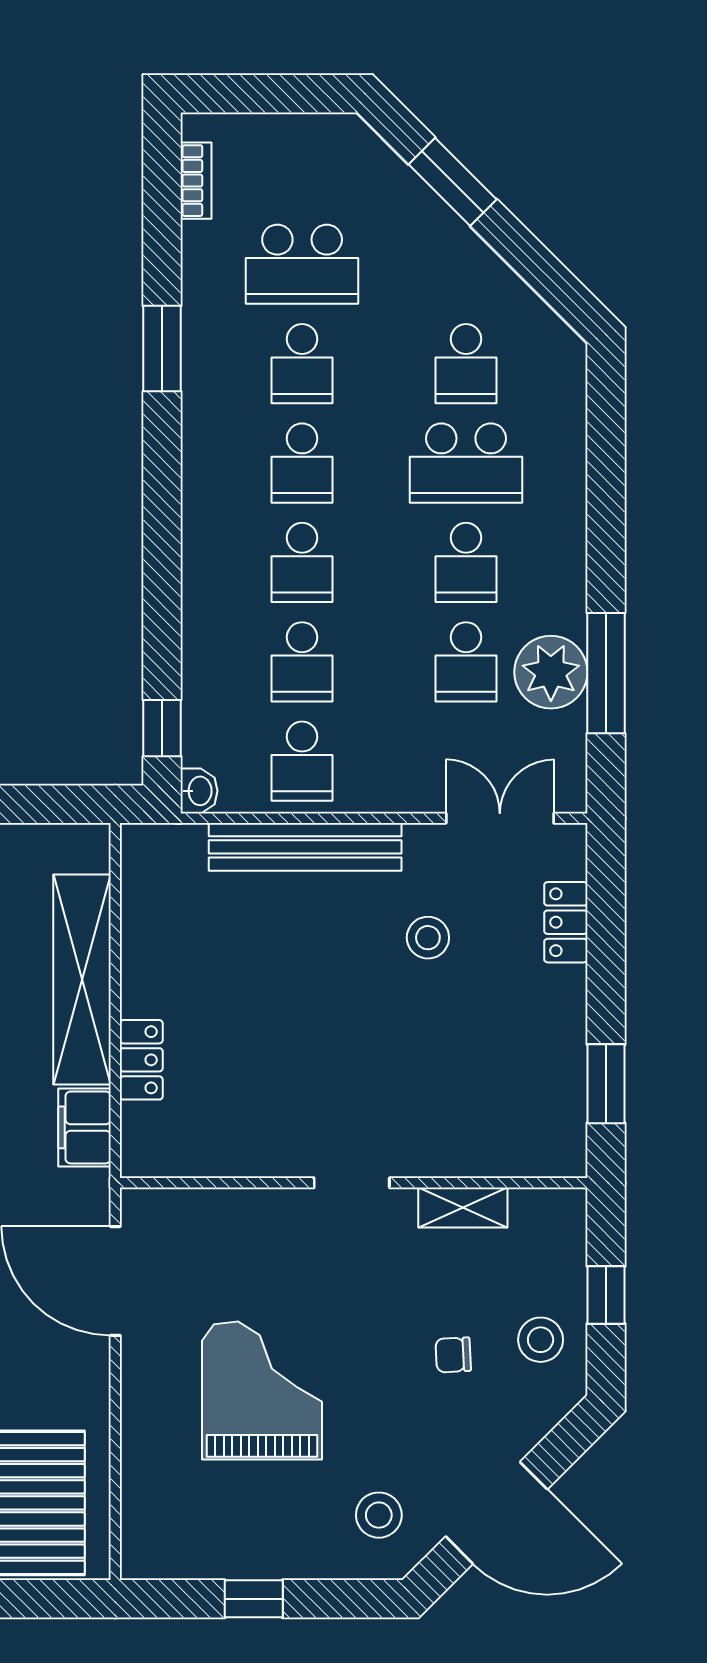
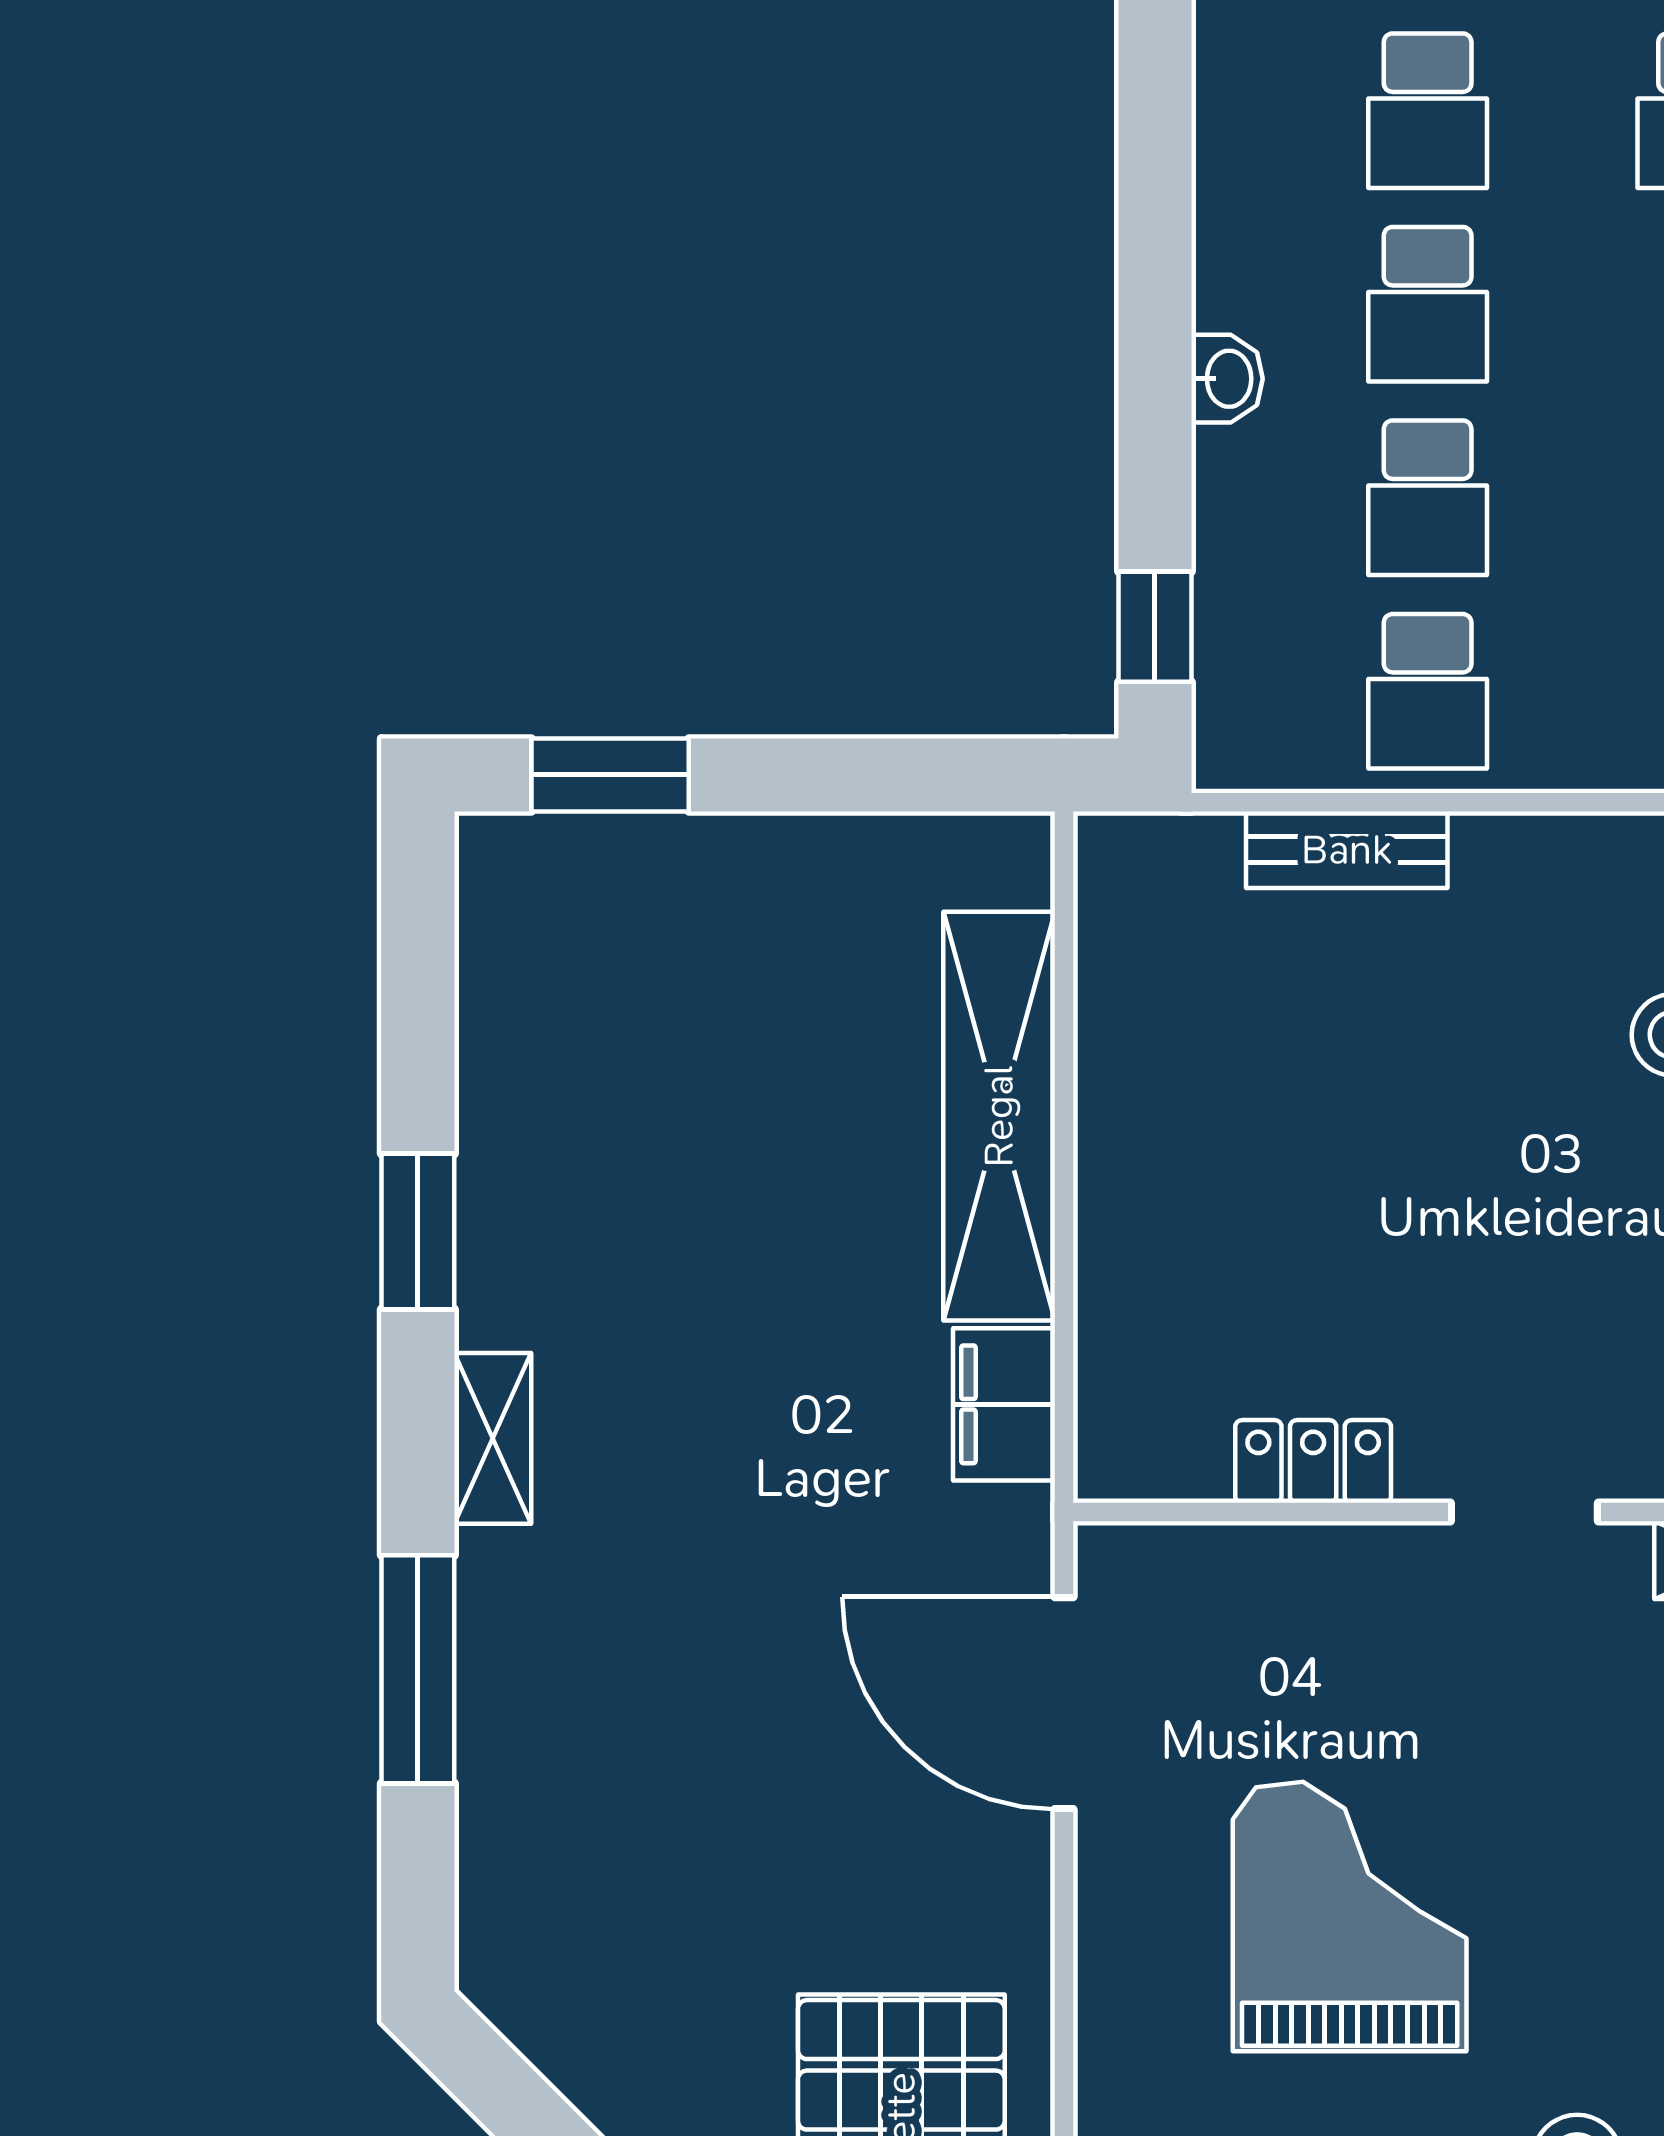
washbasin: (199, 791) -> (1227, 379), moved
bench: (305, 847) -> (1347, 850), width x0.54, depth x0.82
locker: (141, 1060) -> (1313, 1461), moved, turned -90

